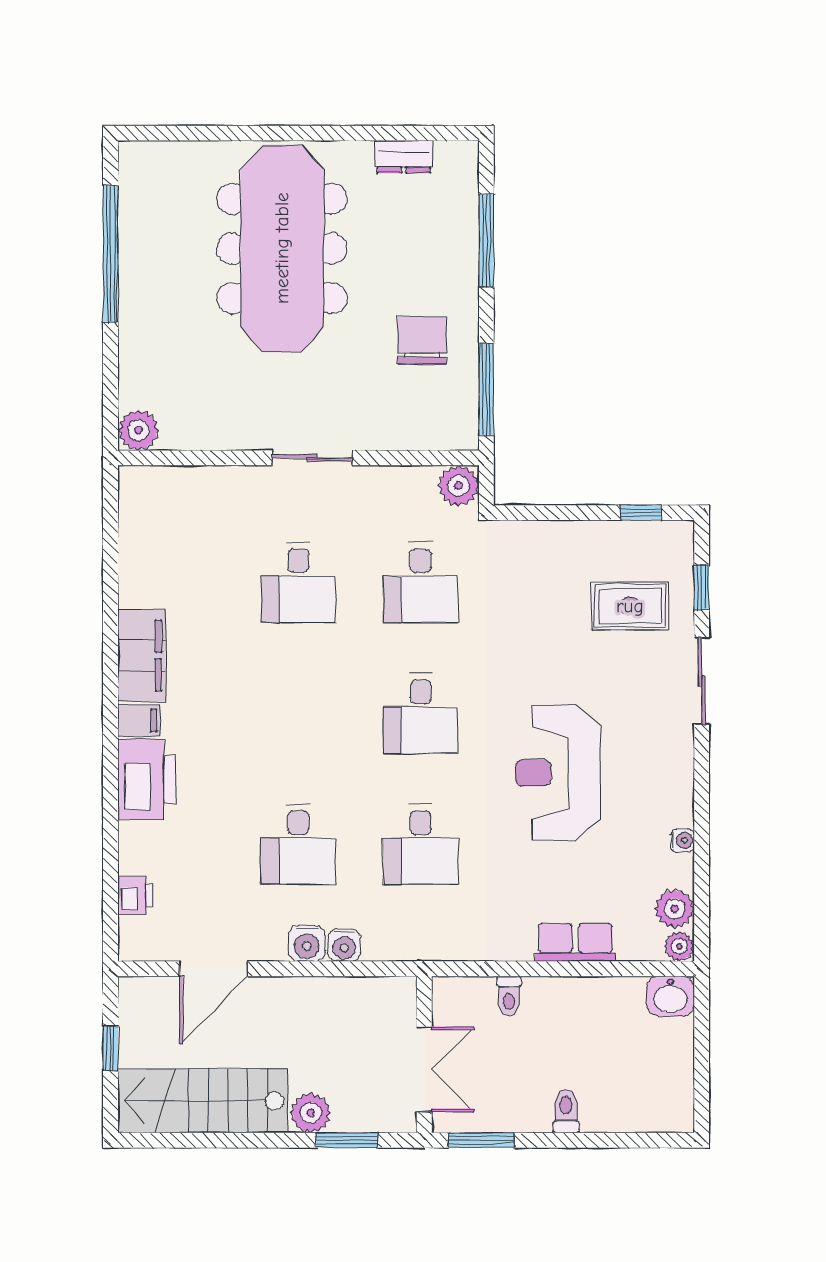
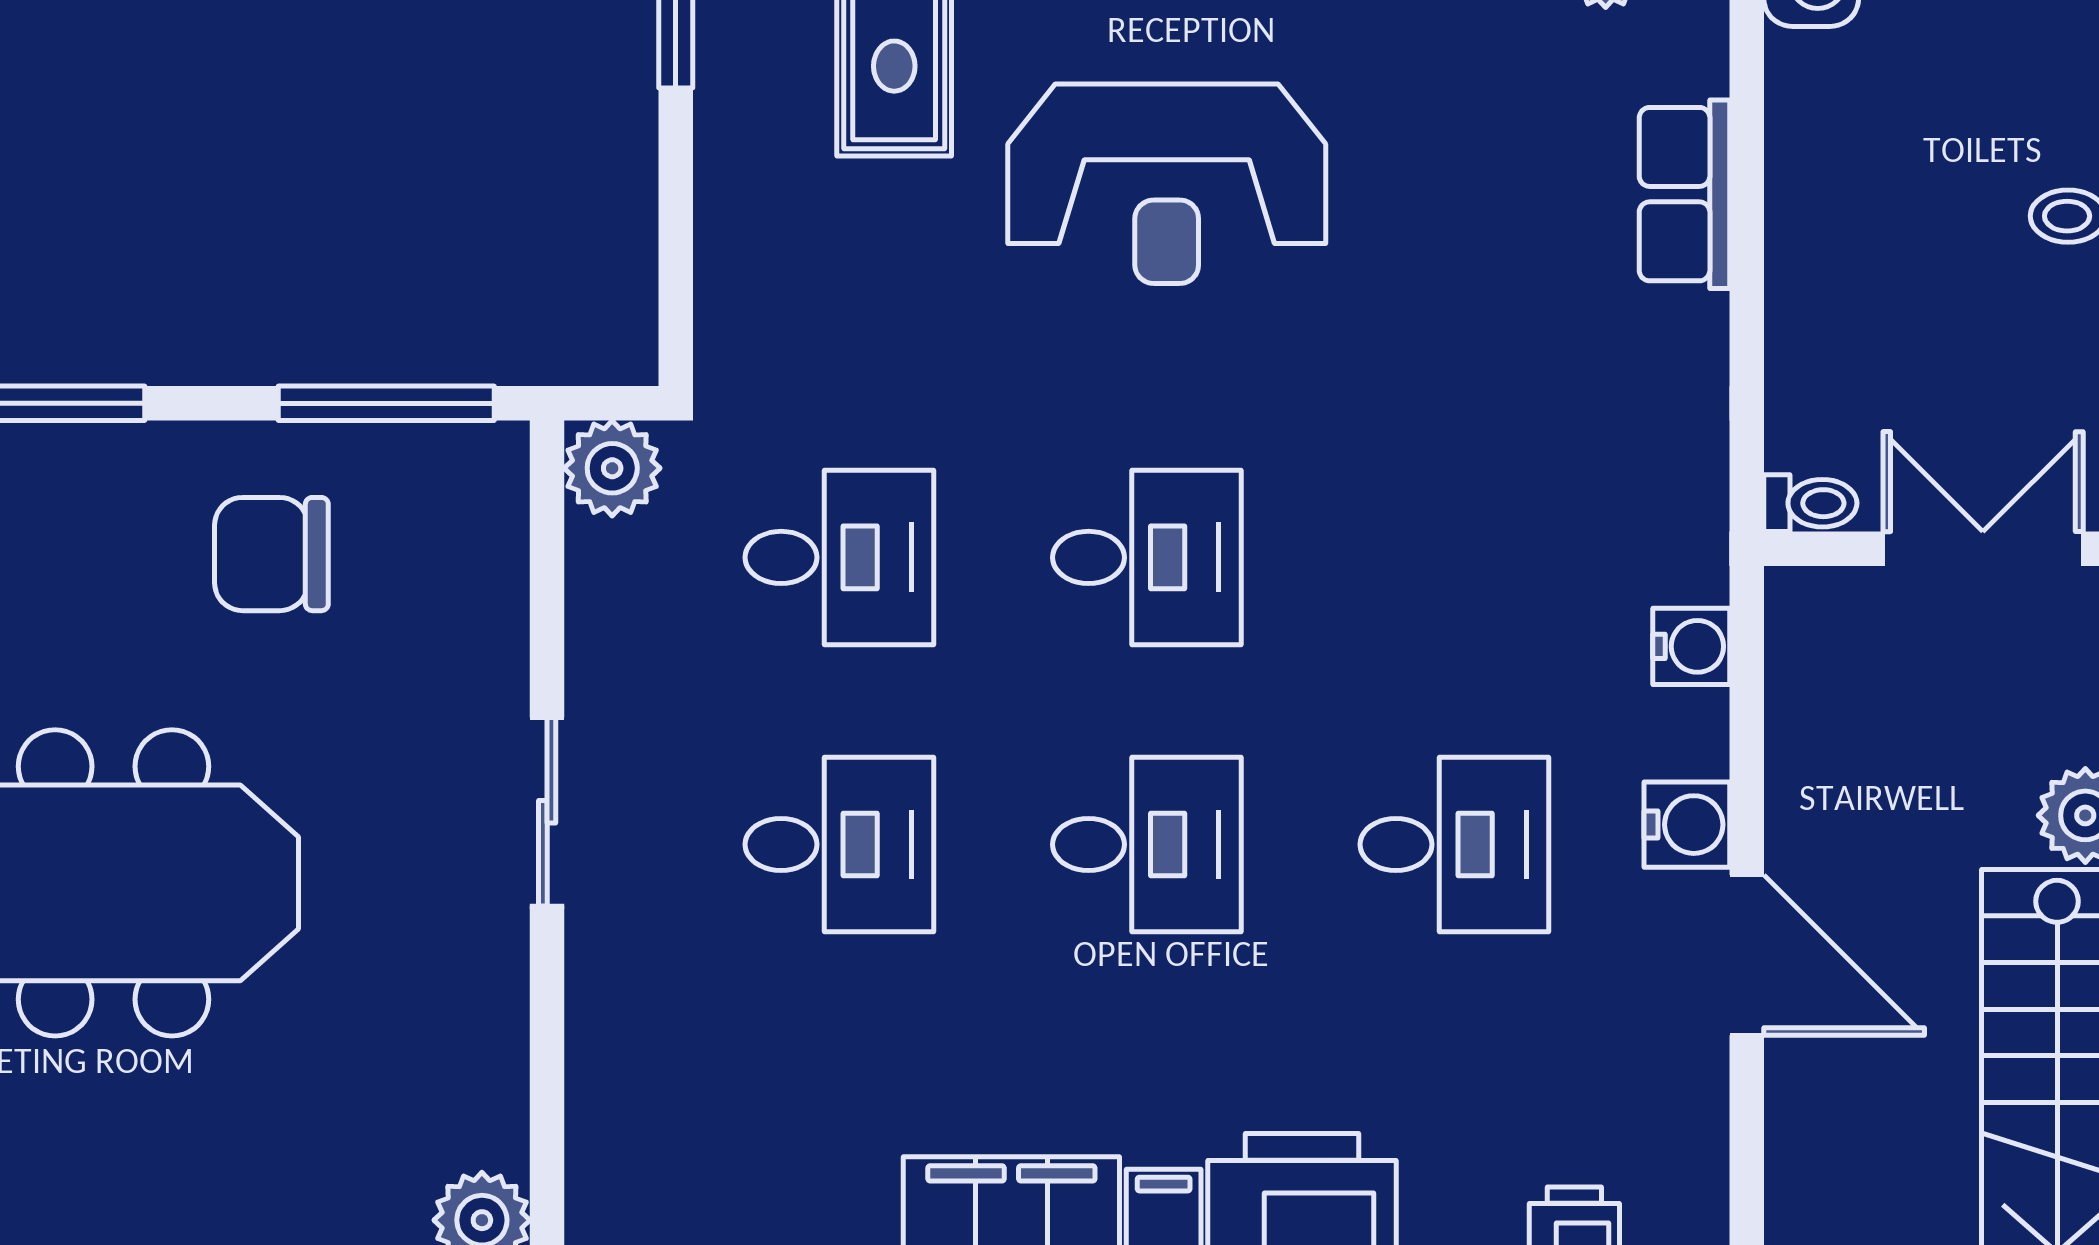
reception desk: (558, 773) -> (1167, 184), moved
desk: (421, 844) -> (1147, 844), moved
water cooler: (344, 945) -> (1691, 646), moved
door: (214, 969) -> (1747, 955), moved
toilet: (509, 996) -> (1810, 503), moved

